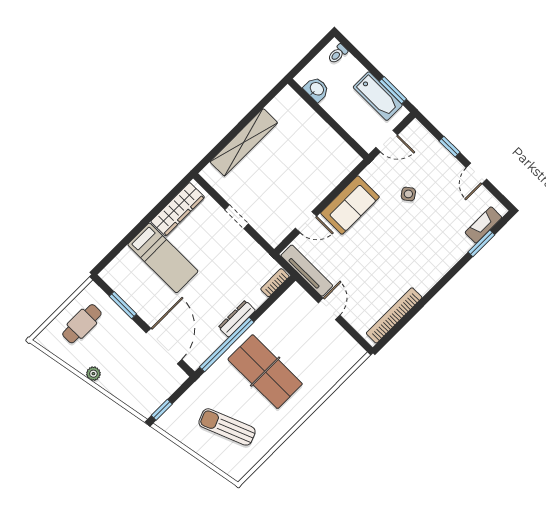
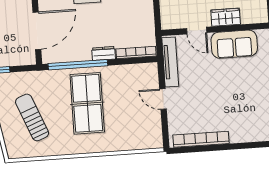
wardrobe: (321, 188) -> (226, 17), added
bookcase: (275, 283) -> (136, 52), width x1.56
door: (329, 309) -> (163, 99), swing flipped
dresser: (237, 319) -> (104, 53), width x0.70

